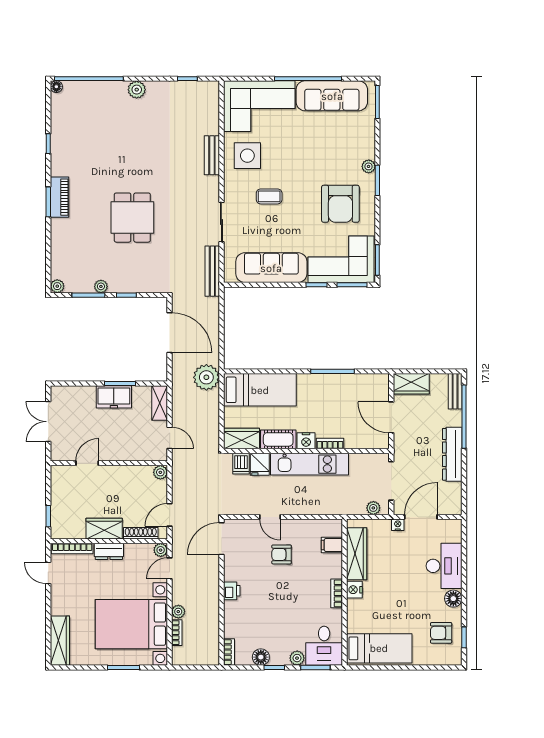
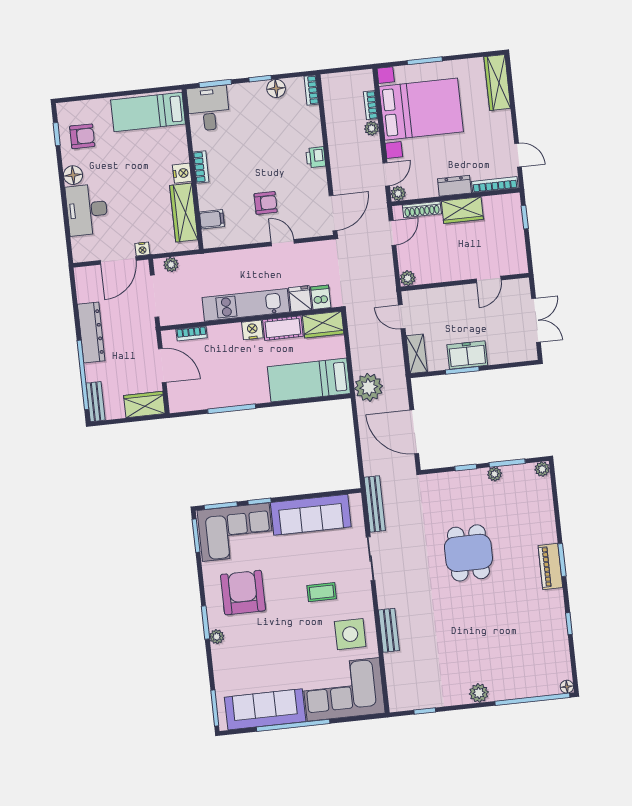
bookcase: (330, 443) -> (192, 333), moved
plant: (297, 658) -> (236, 92), removed

